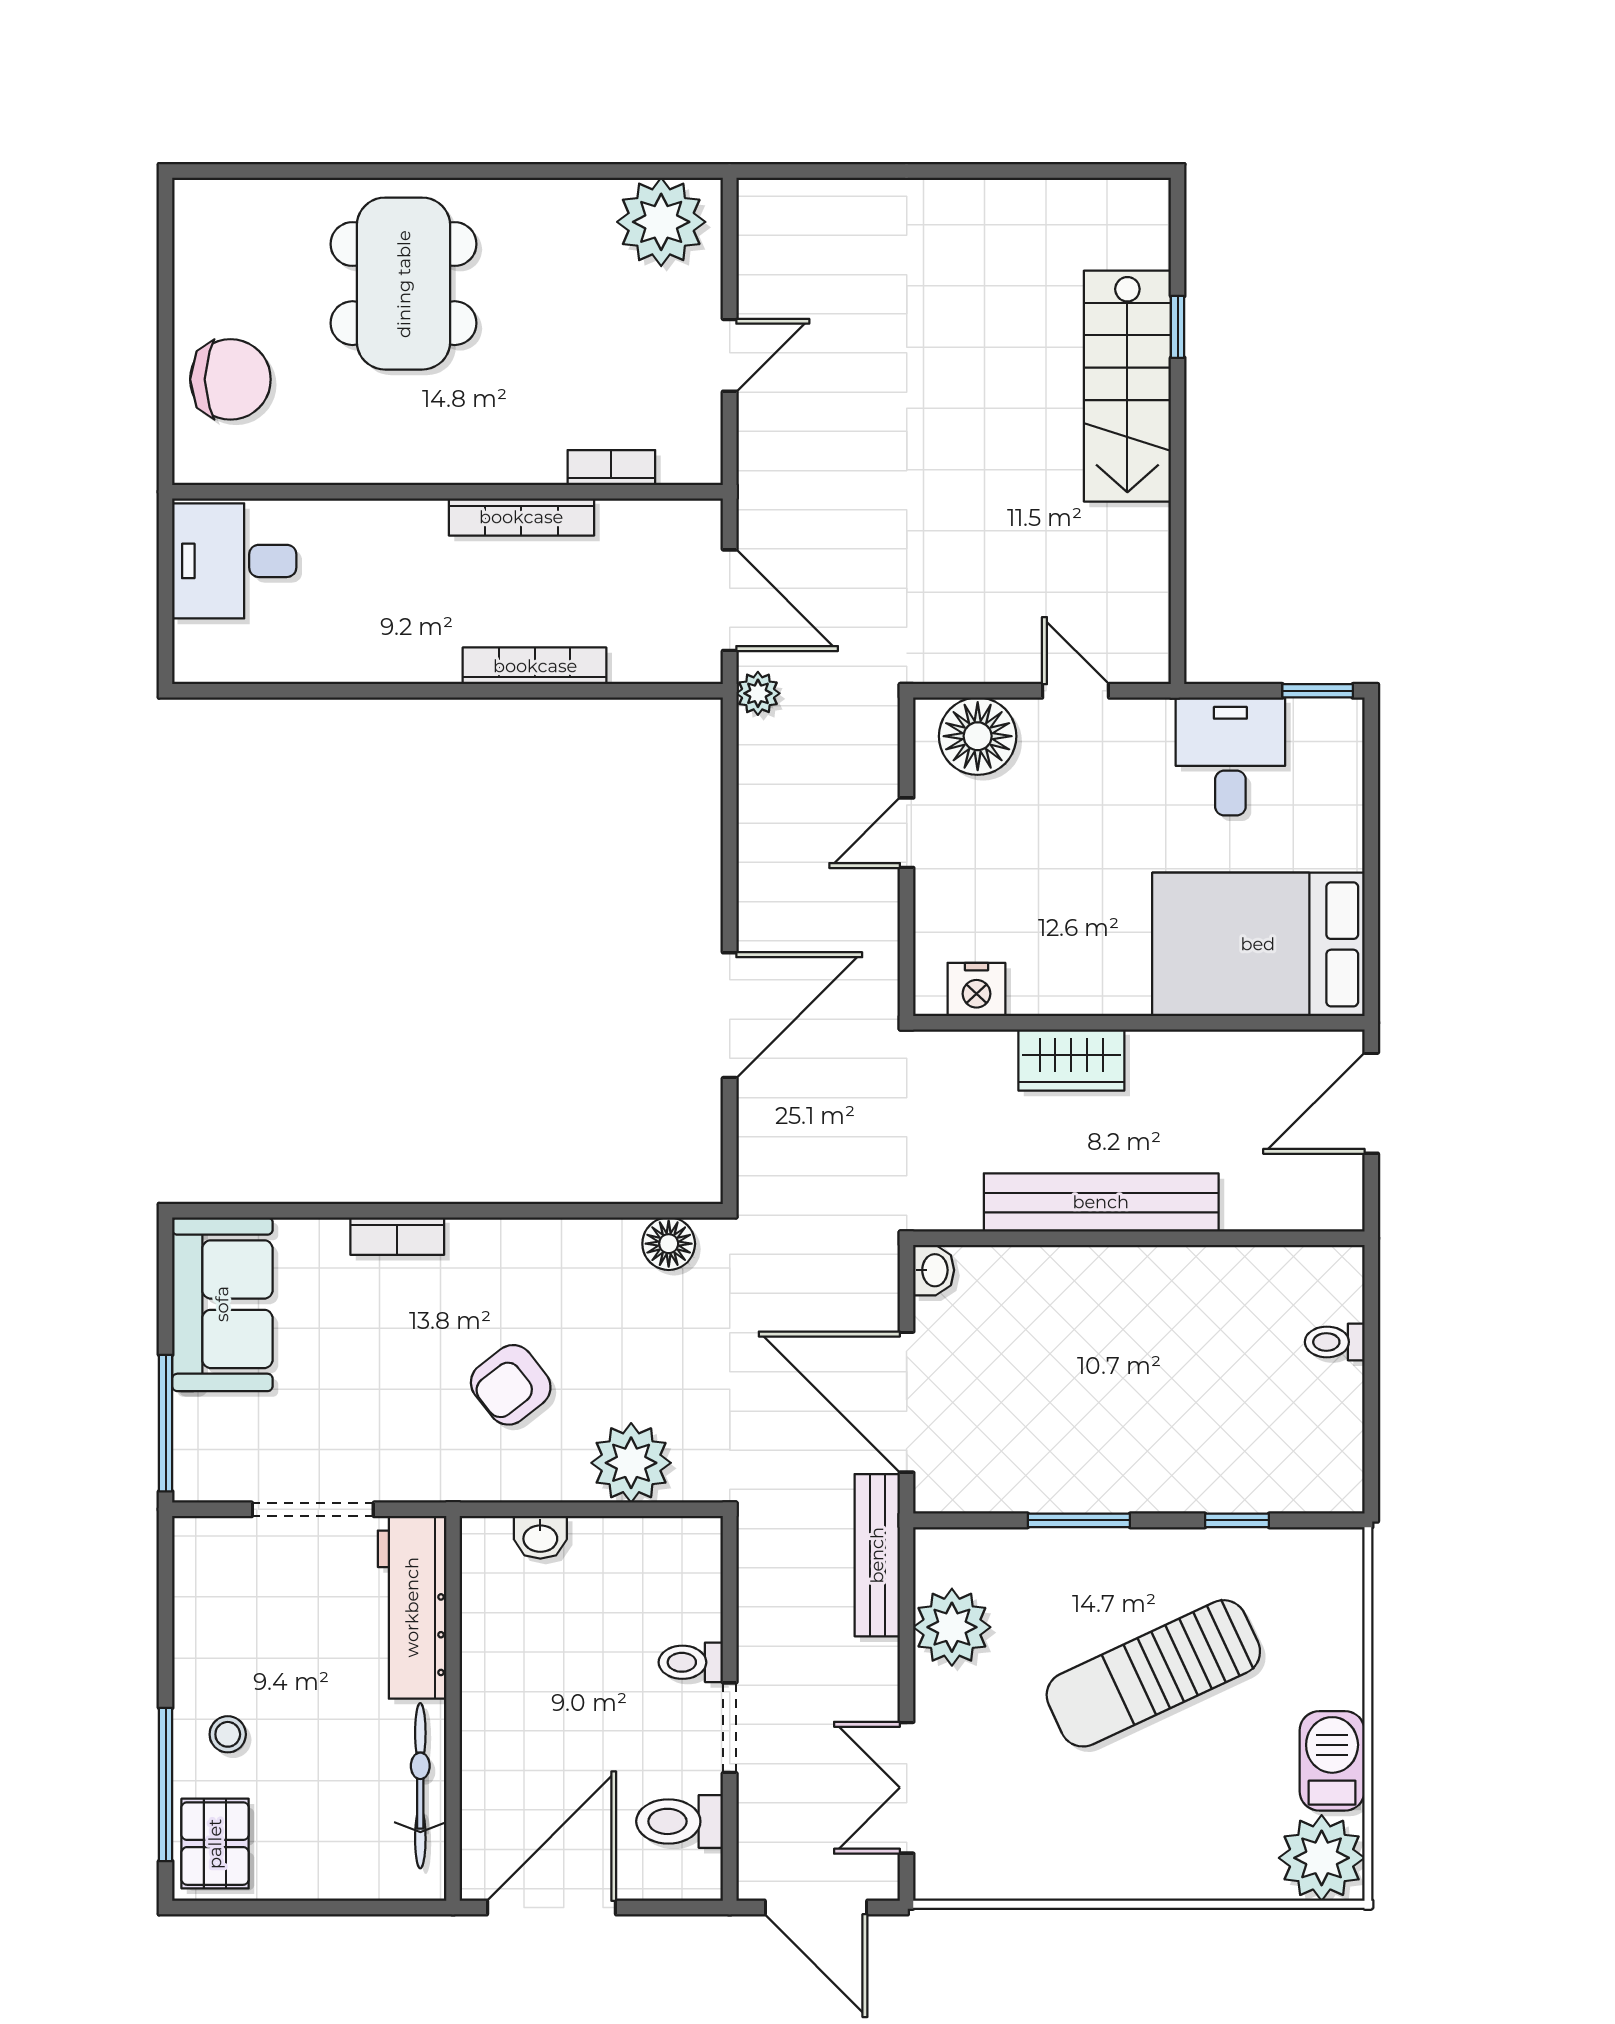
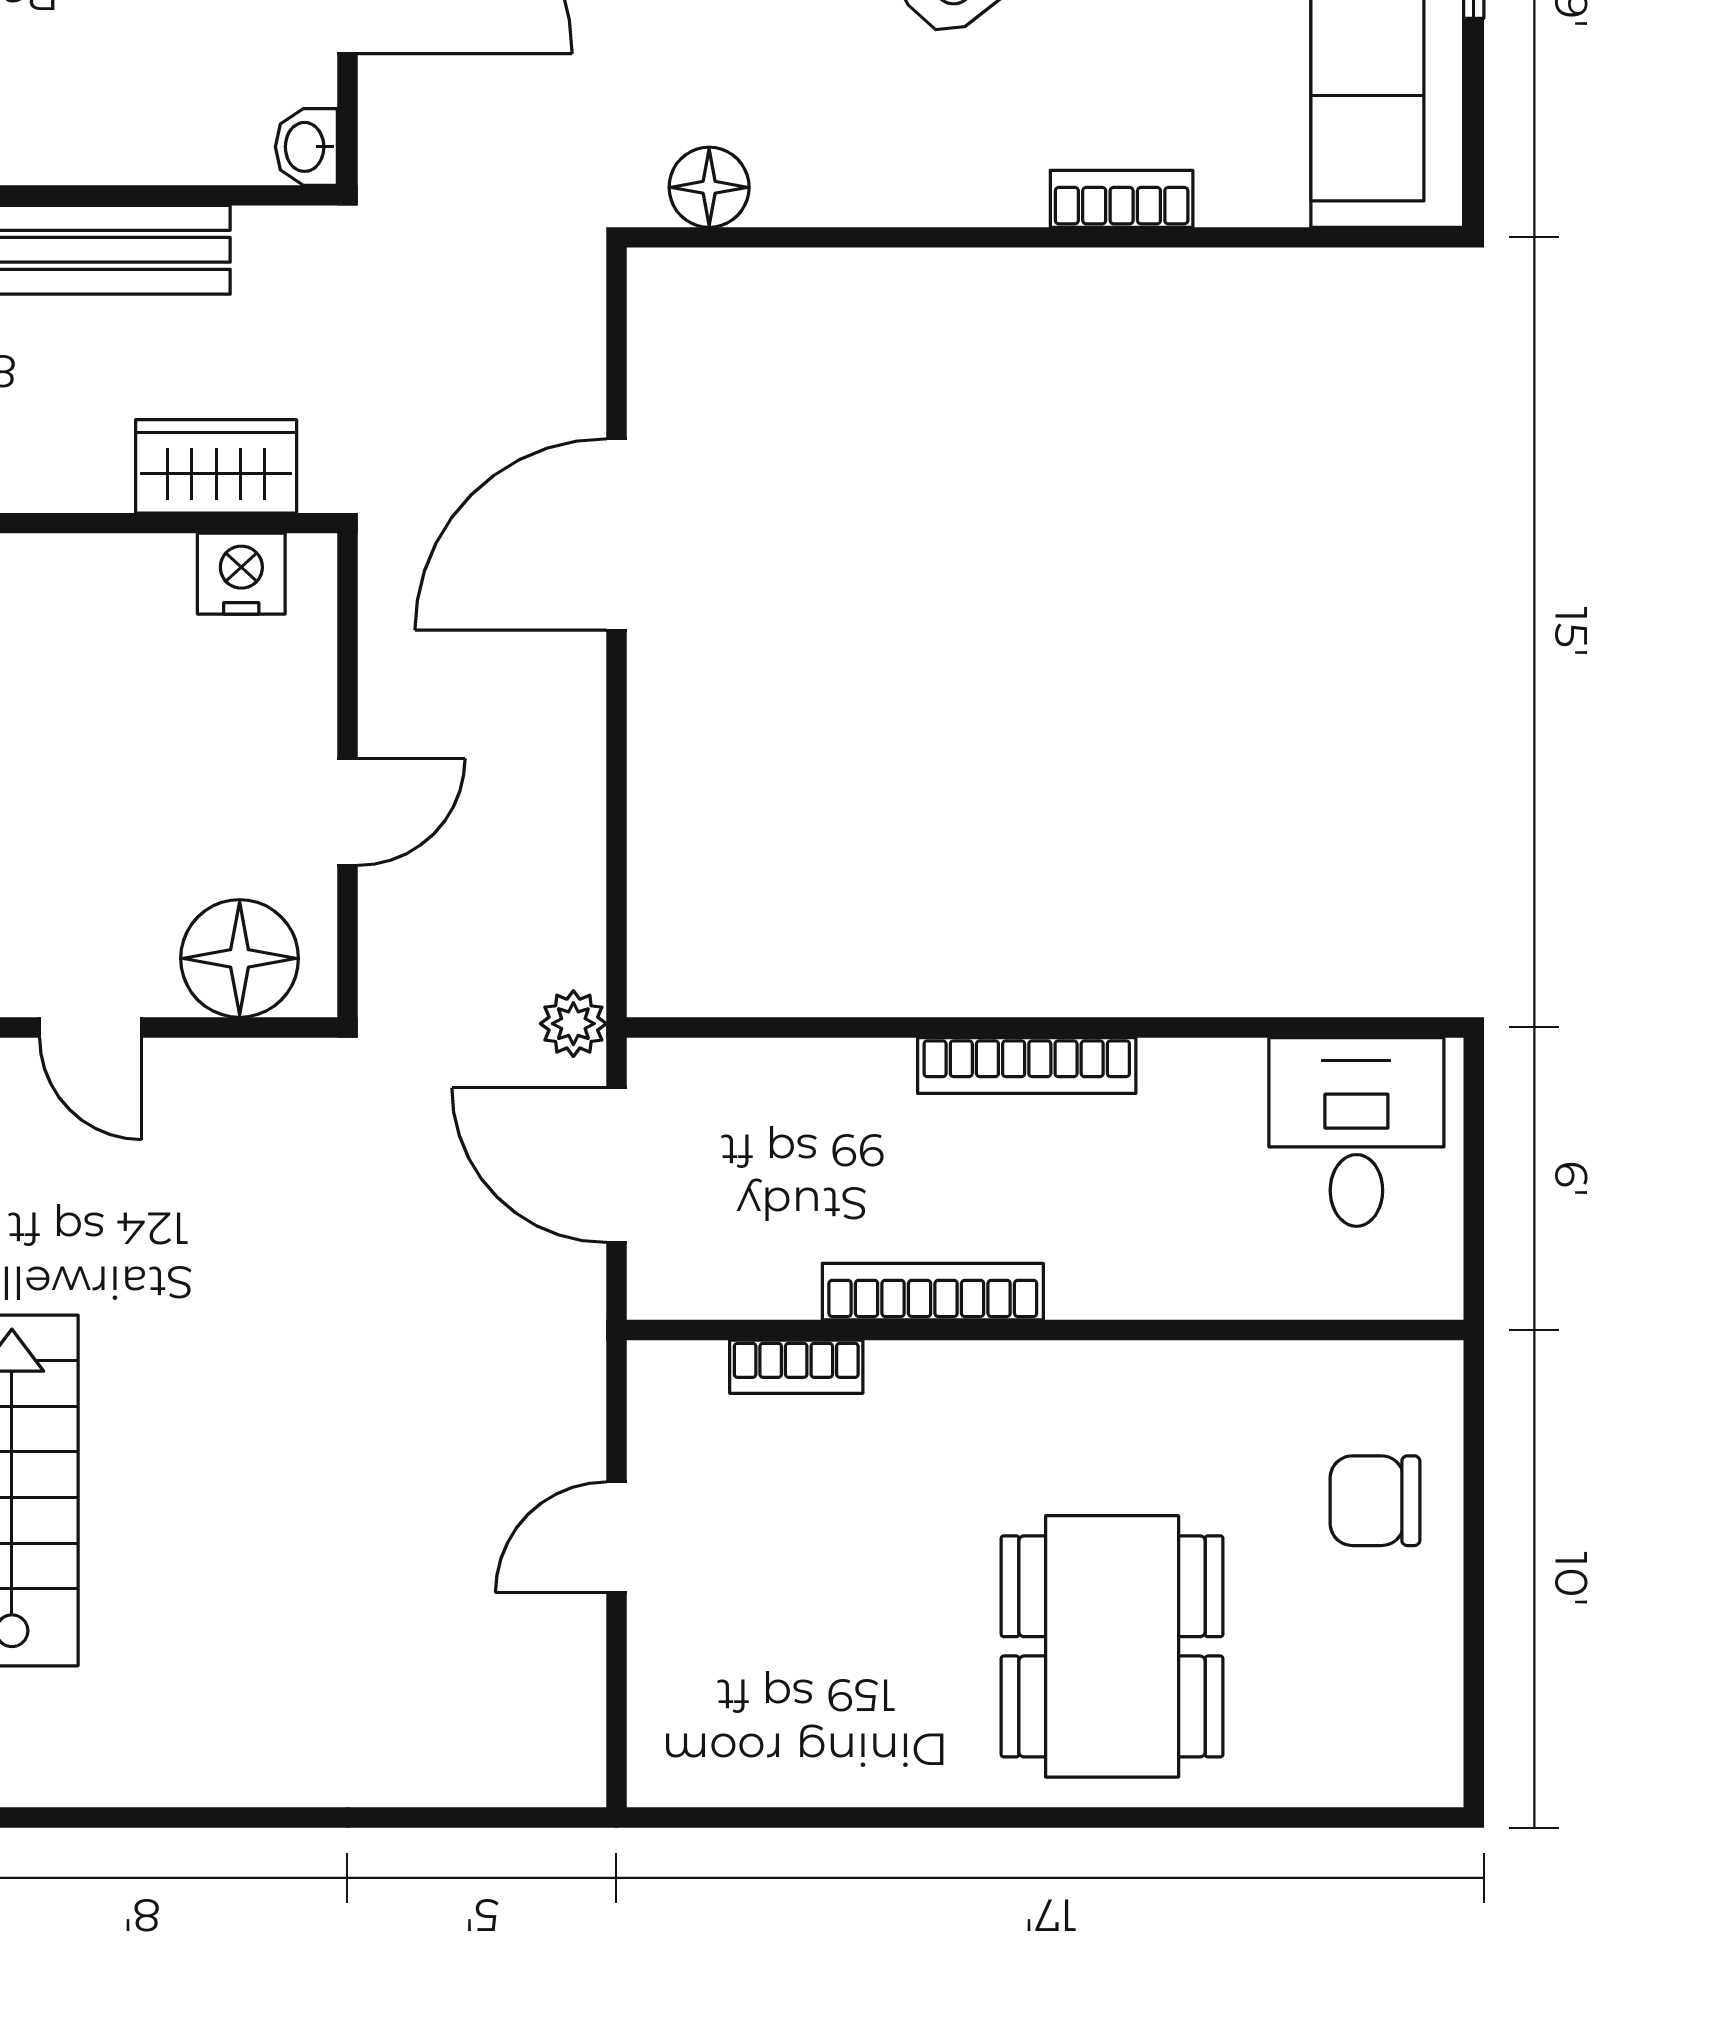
plant: (661, 222) -> (720, 1740), removed
chair: (230, 379) -> (1375, 1501), width x0.73, depth x0.73
desk: (234, 561) -> (1356, 1132), moved, turned -90
bookcase: (535, 666) -> (1027, 1065), moved
wardrobe: (1071, 1060) -> (216, 466), moved

